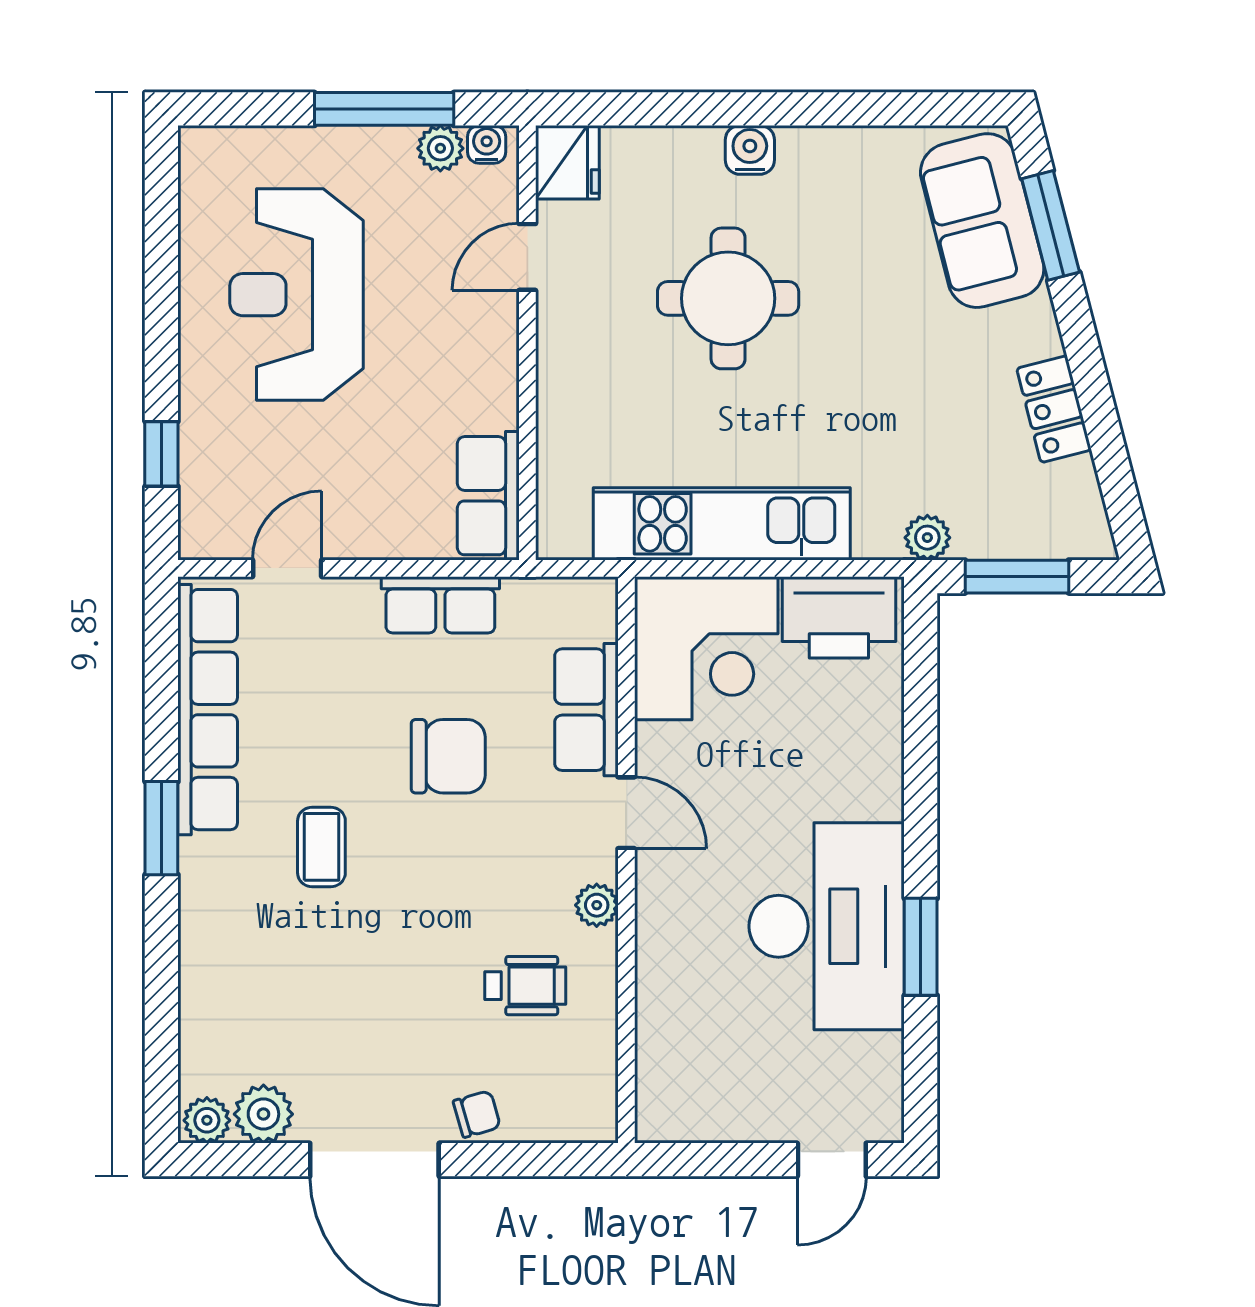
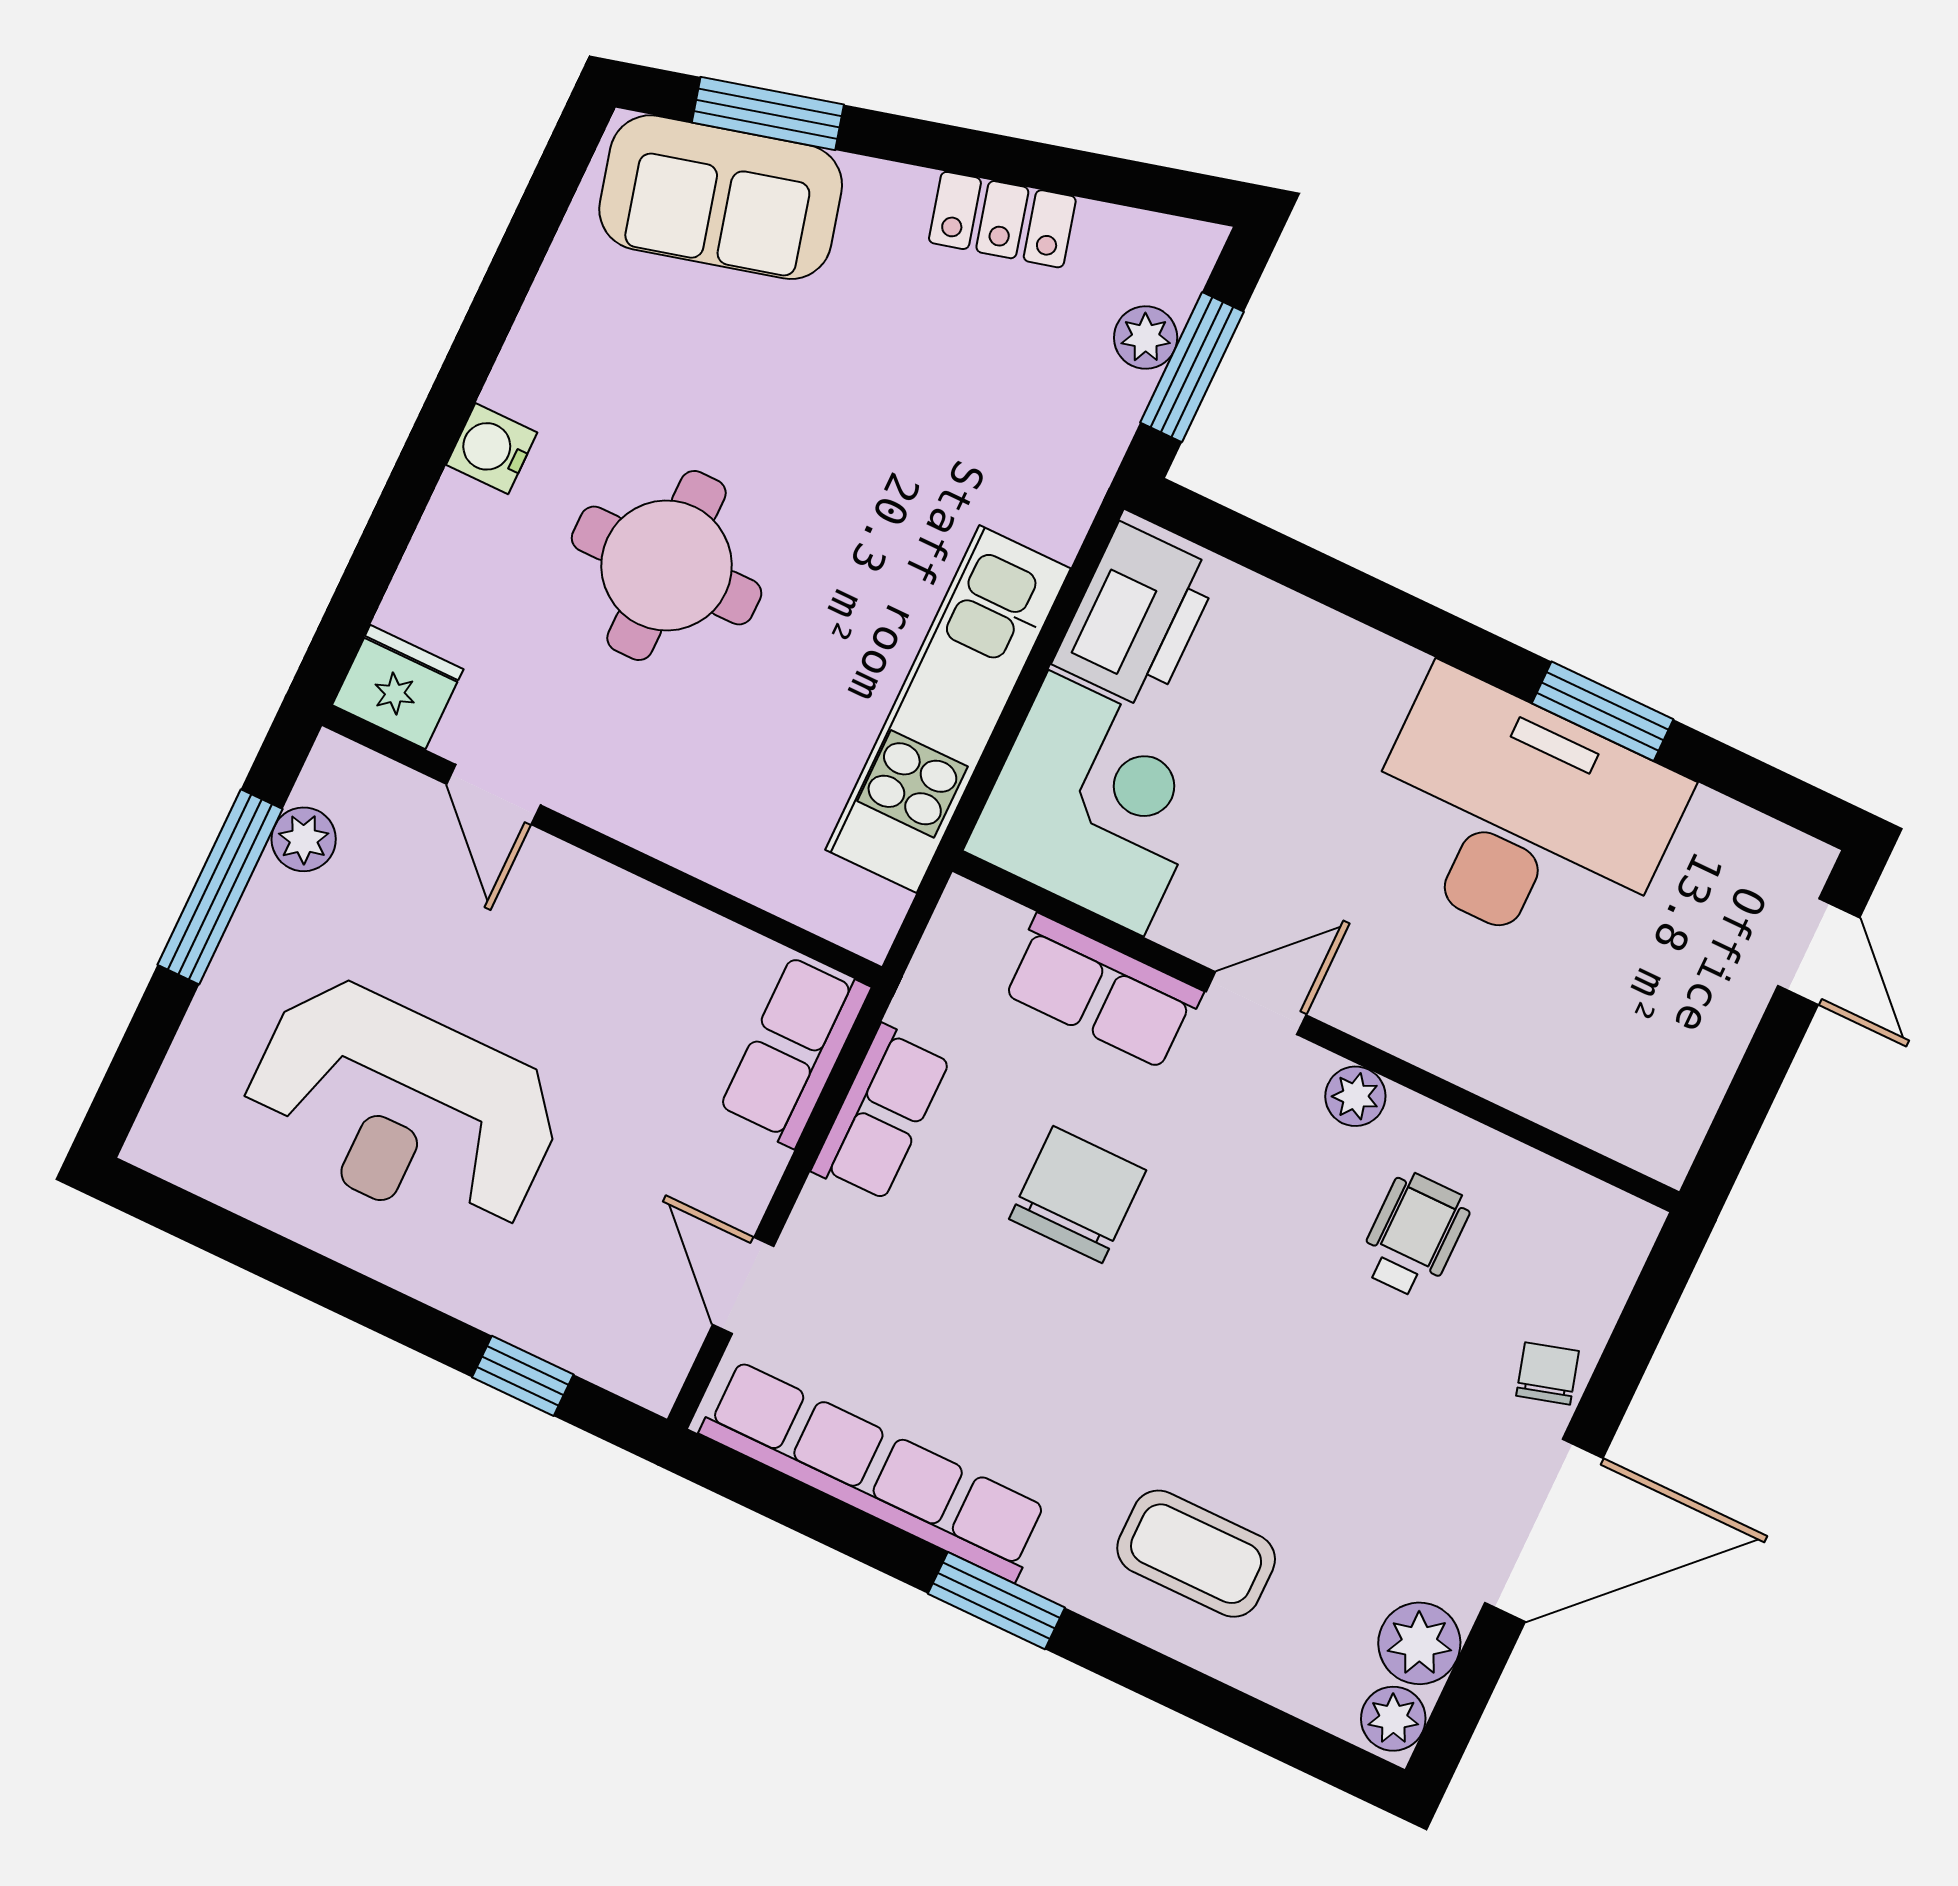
water cooler: (487, 144) -> (327, 778), removed
row of seats: (488, 496) -> (794, 1050), moved, turned 90
plant: (927, 538) -> (1146, 338), moved
coffee table: (321, 847) -> (1196, 1554), moved, width x1.36, depth x1.30

